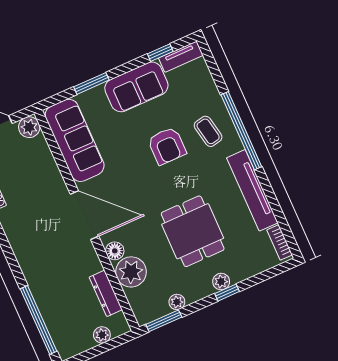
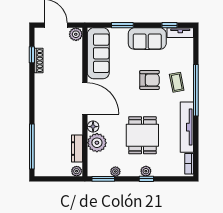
armchair: (167, 146) -> (150, 80), turned -90
plant: (102, 335) -> (77, 171), moved

